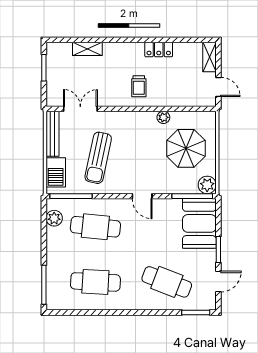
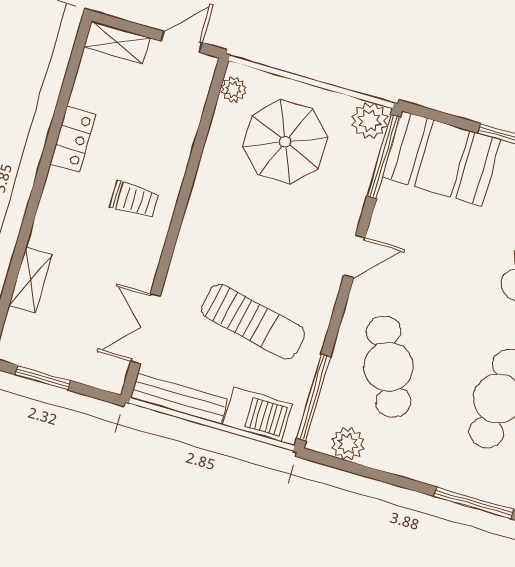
plant: (163, 117) -> (233, 89), moved
cafe table: (95, 227) -> (388, 367), turned -30

